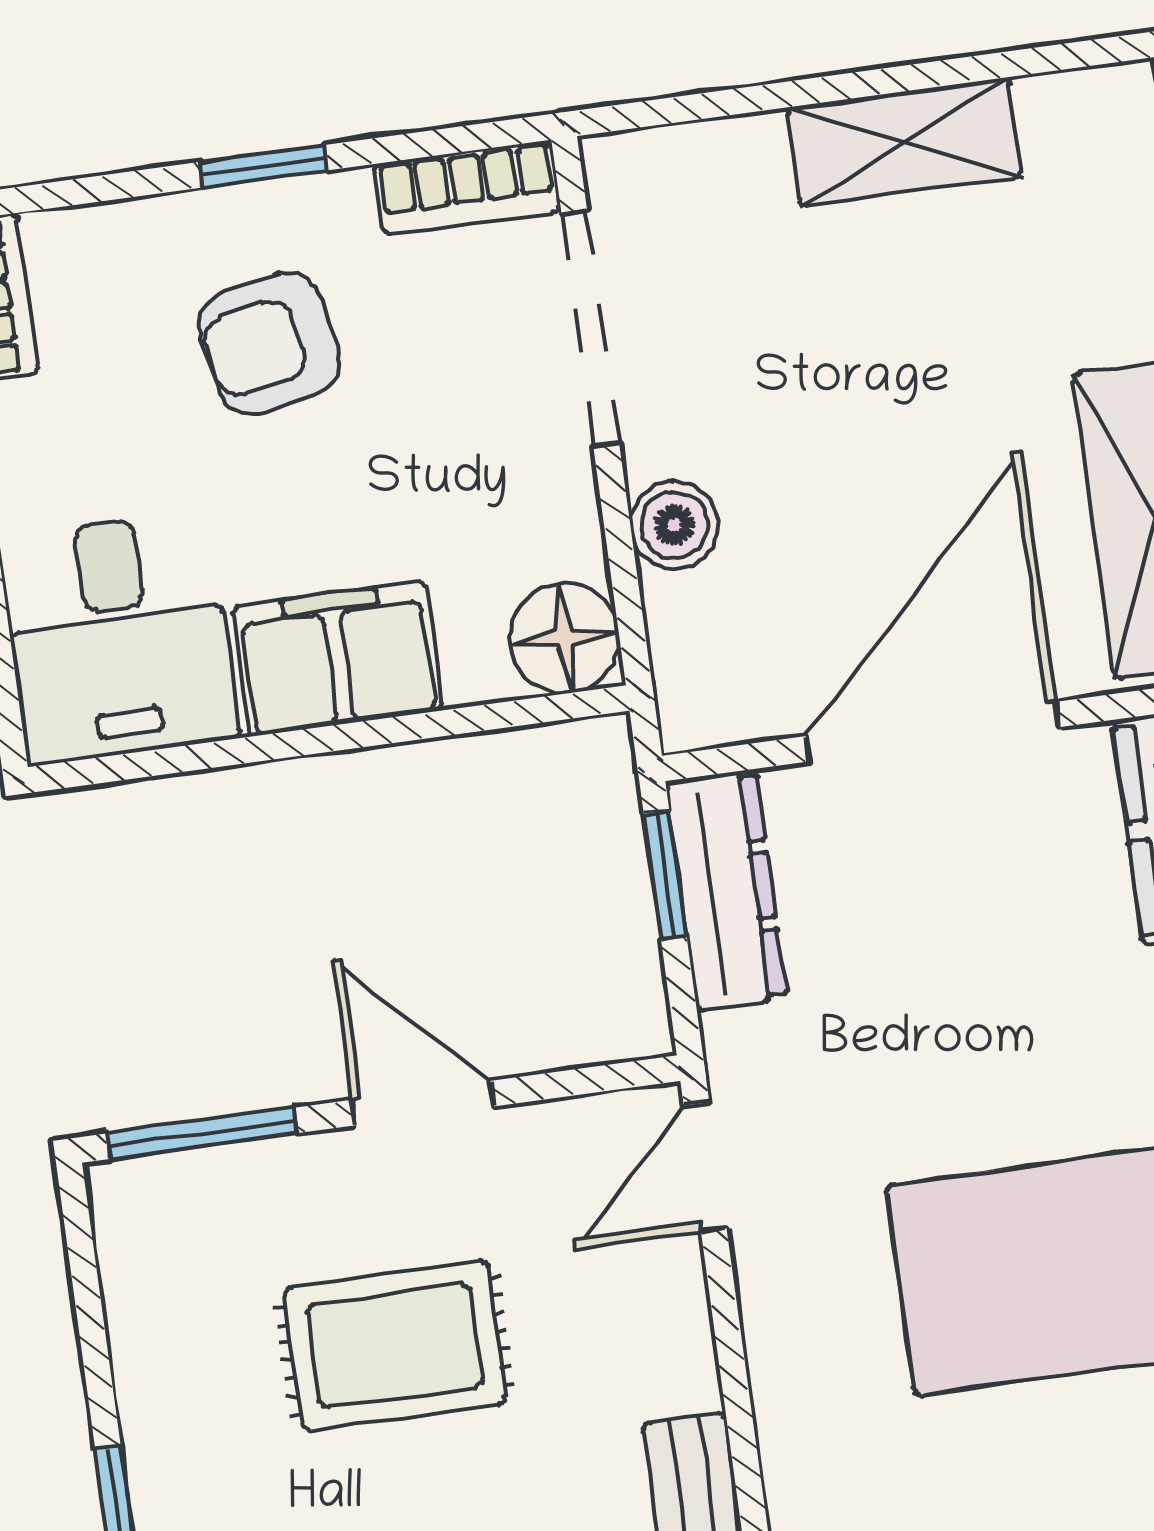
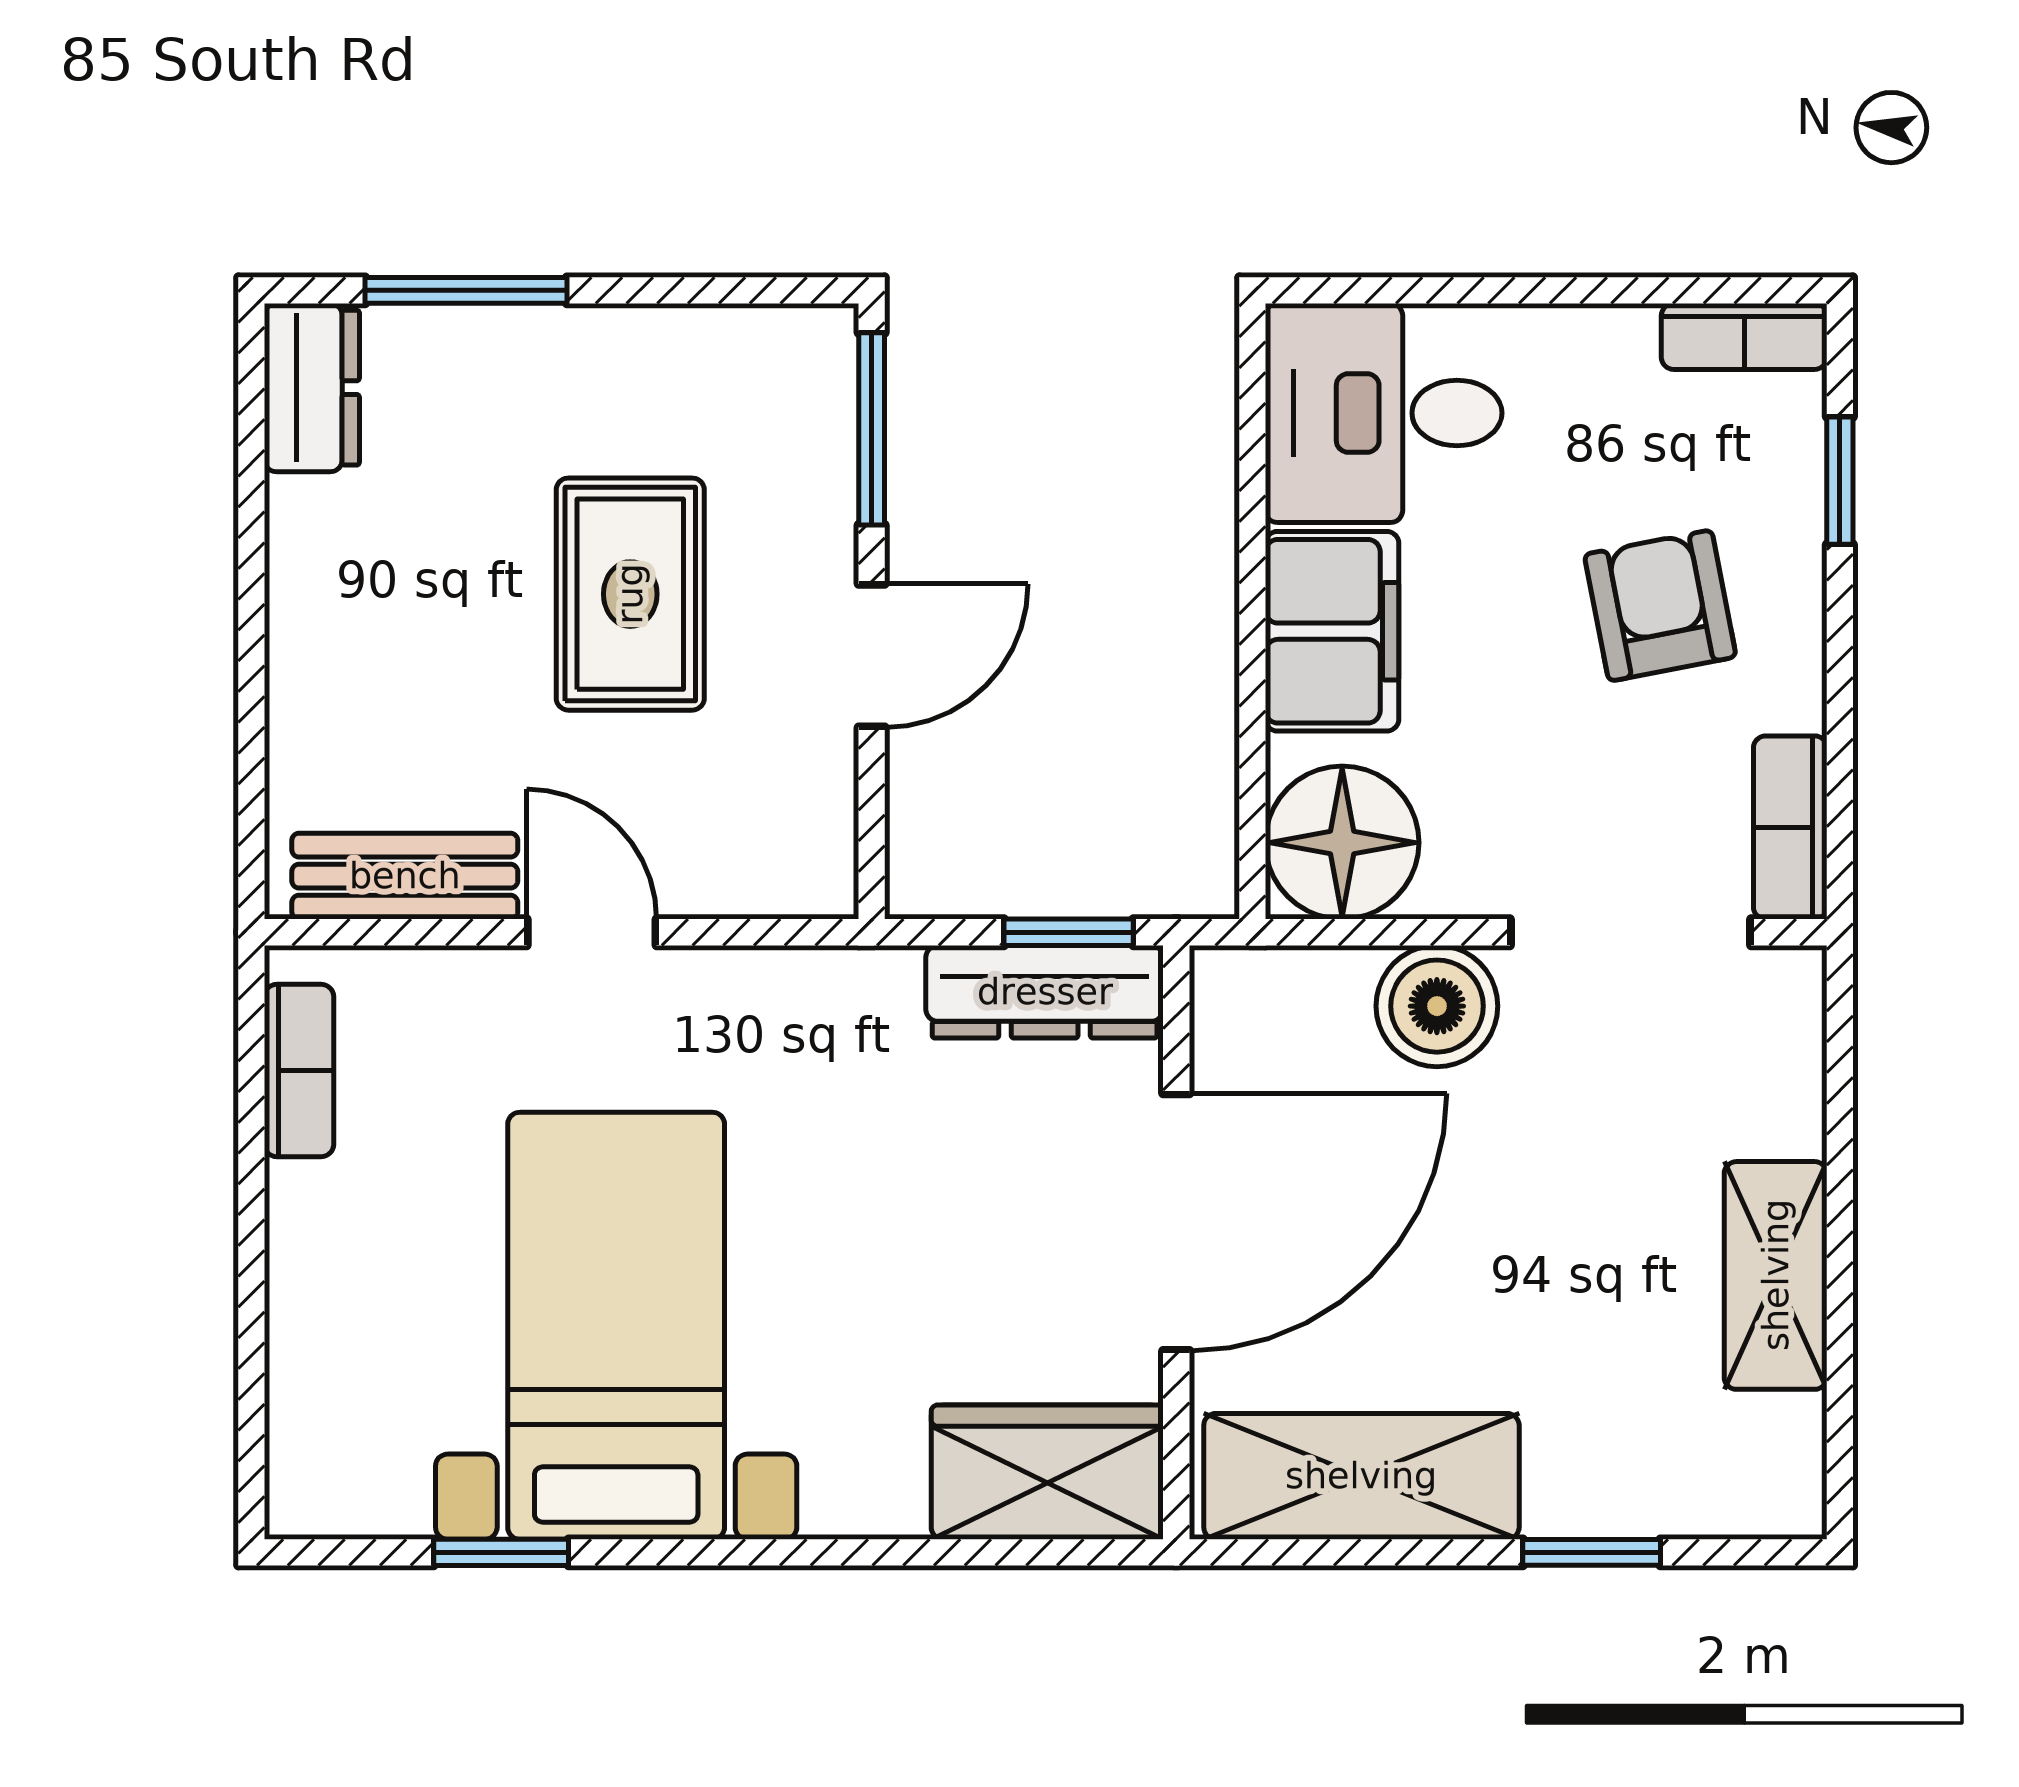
window: (264, 166) -> (1840, 481), moved
boiler: (674, 525) -> (1437, 1006), width x1.36, depth x1.36
floor lamp: (565, 638) -> (1342, 843), width x1.38, depth x1.38
door: (932, 732) -> (1176, 1222), hinge flipped
door: (705, 1167) -> (592, 932), moved

